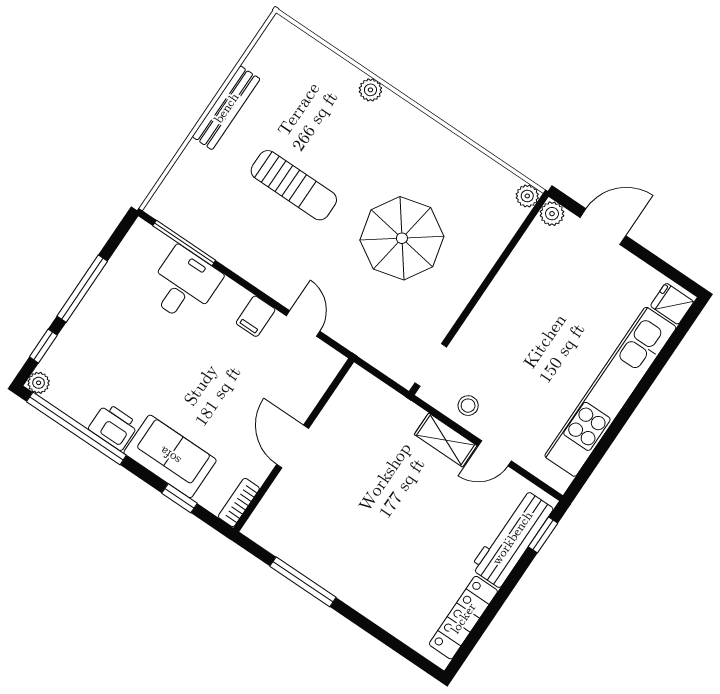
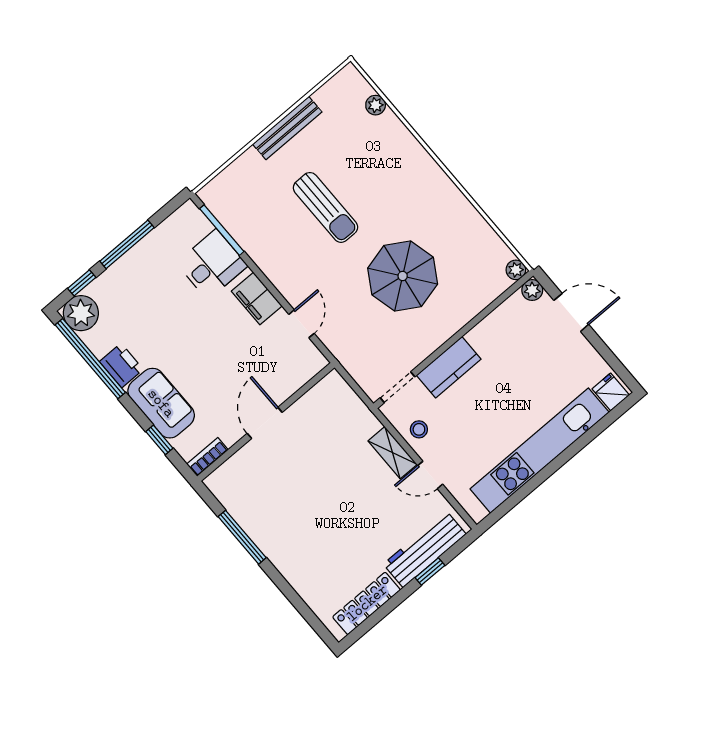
plant: (370, 90) -> (376, 105), moved
filing cabinet: (256, 316) -> (257, 299), width x2.00
kitchen counter: (482, 326) -> (449, 367), added
plant: (39, 383) -> (81, 313), width x1.88, depth x1.88
window: (543, 535) -> (430, 572), moved

